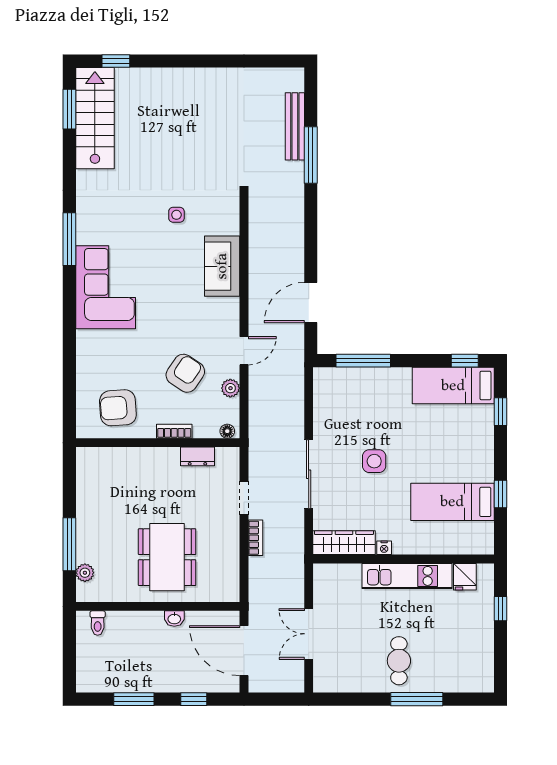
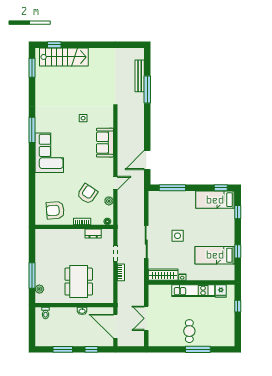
stairs: (95, 118) -> (64, 57), moved, turned 90

